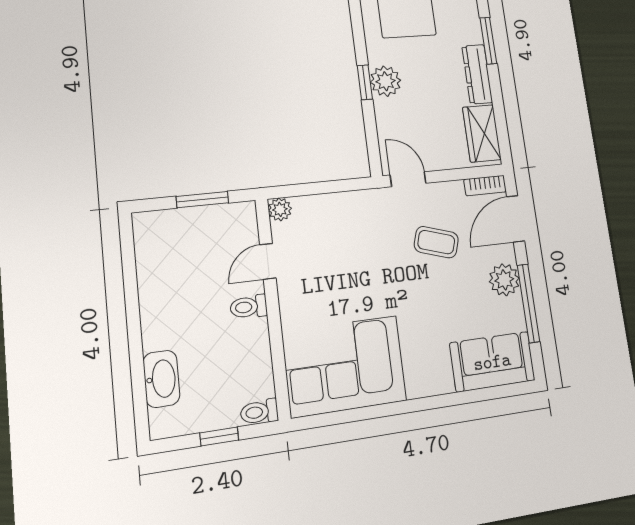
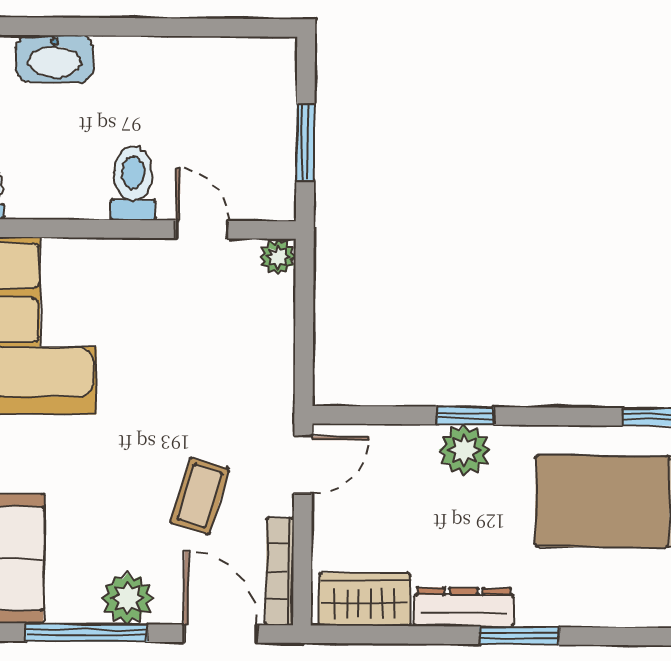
bookcase: (485, 186) -> (280, 571), width x1.56
toilet: (249, 307) -> (133, 183), width x1.37, depth x1.39

